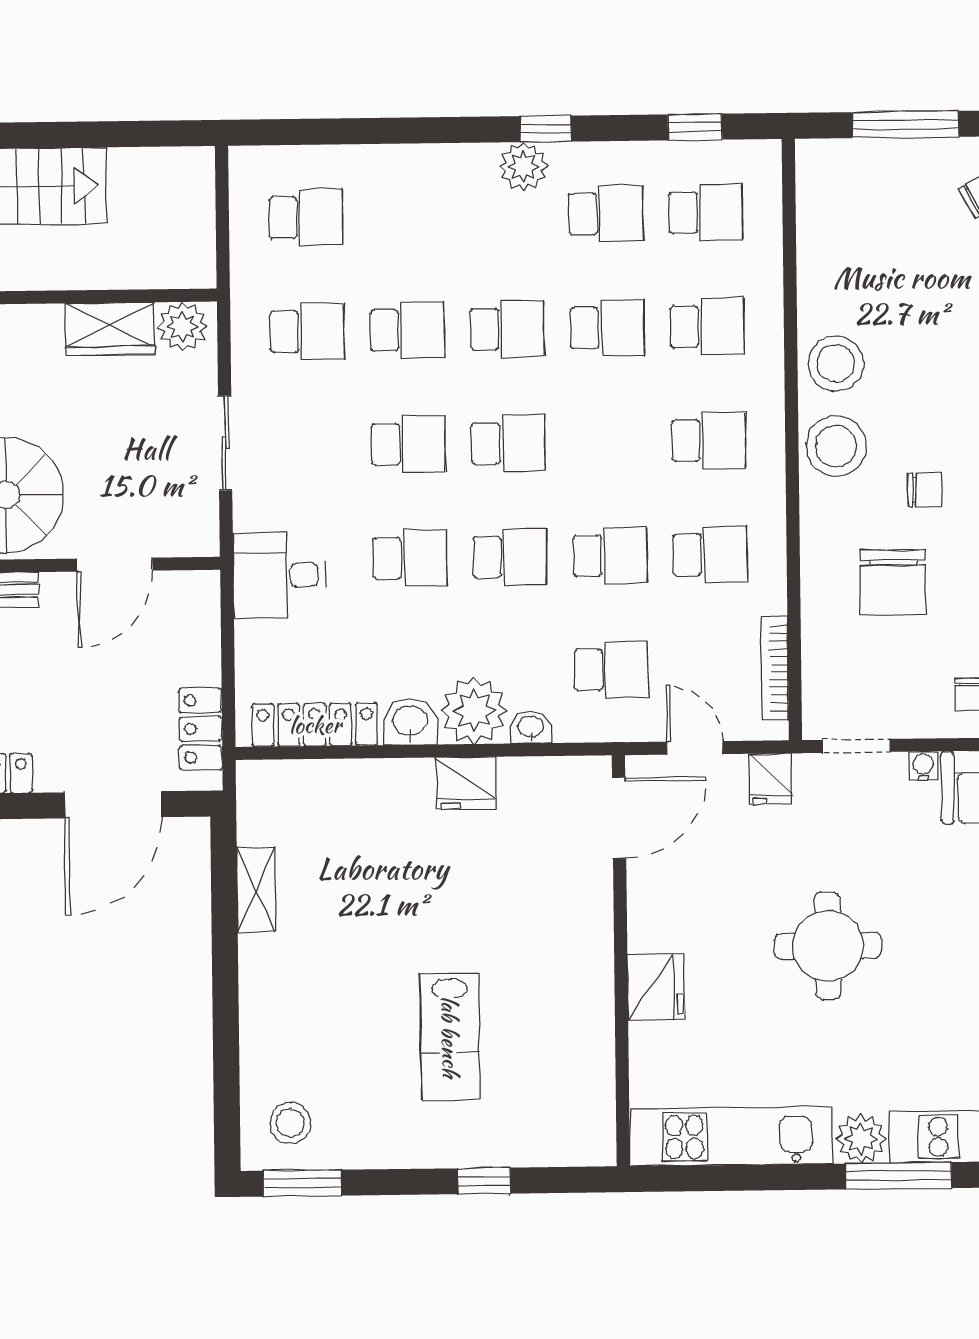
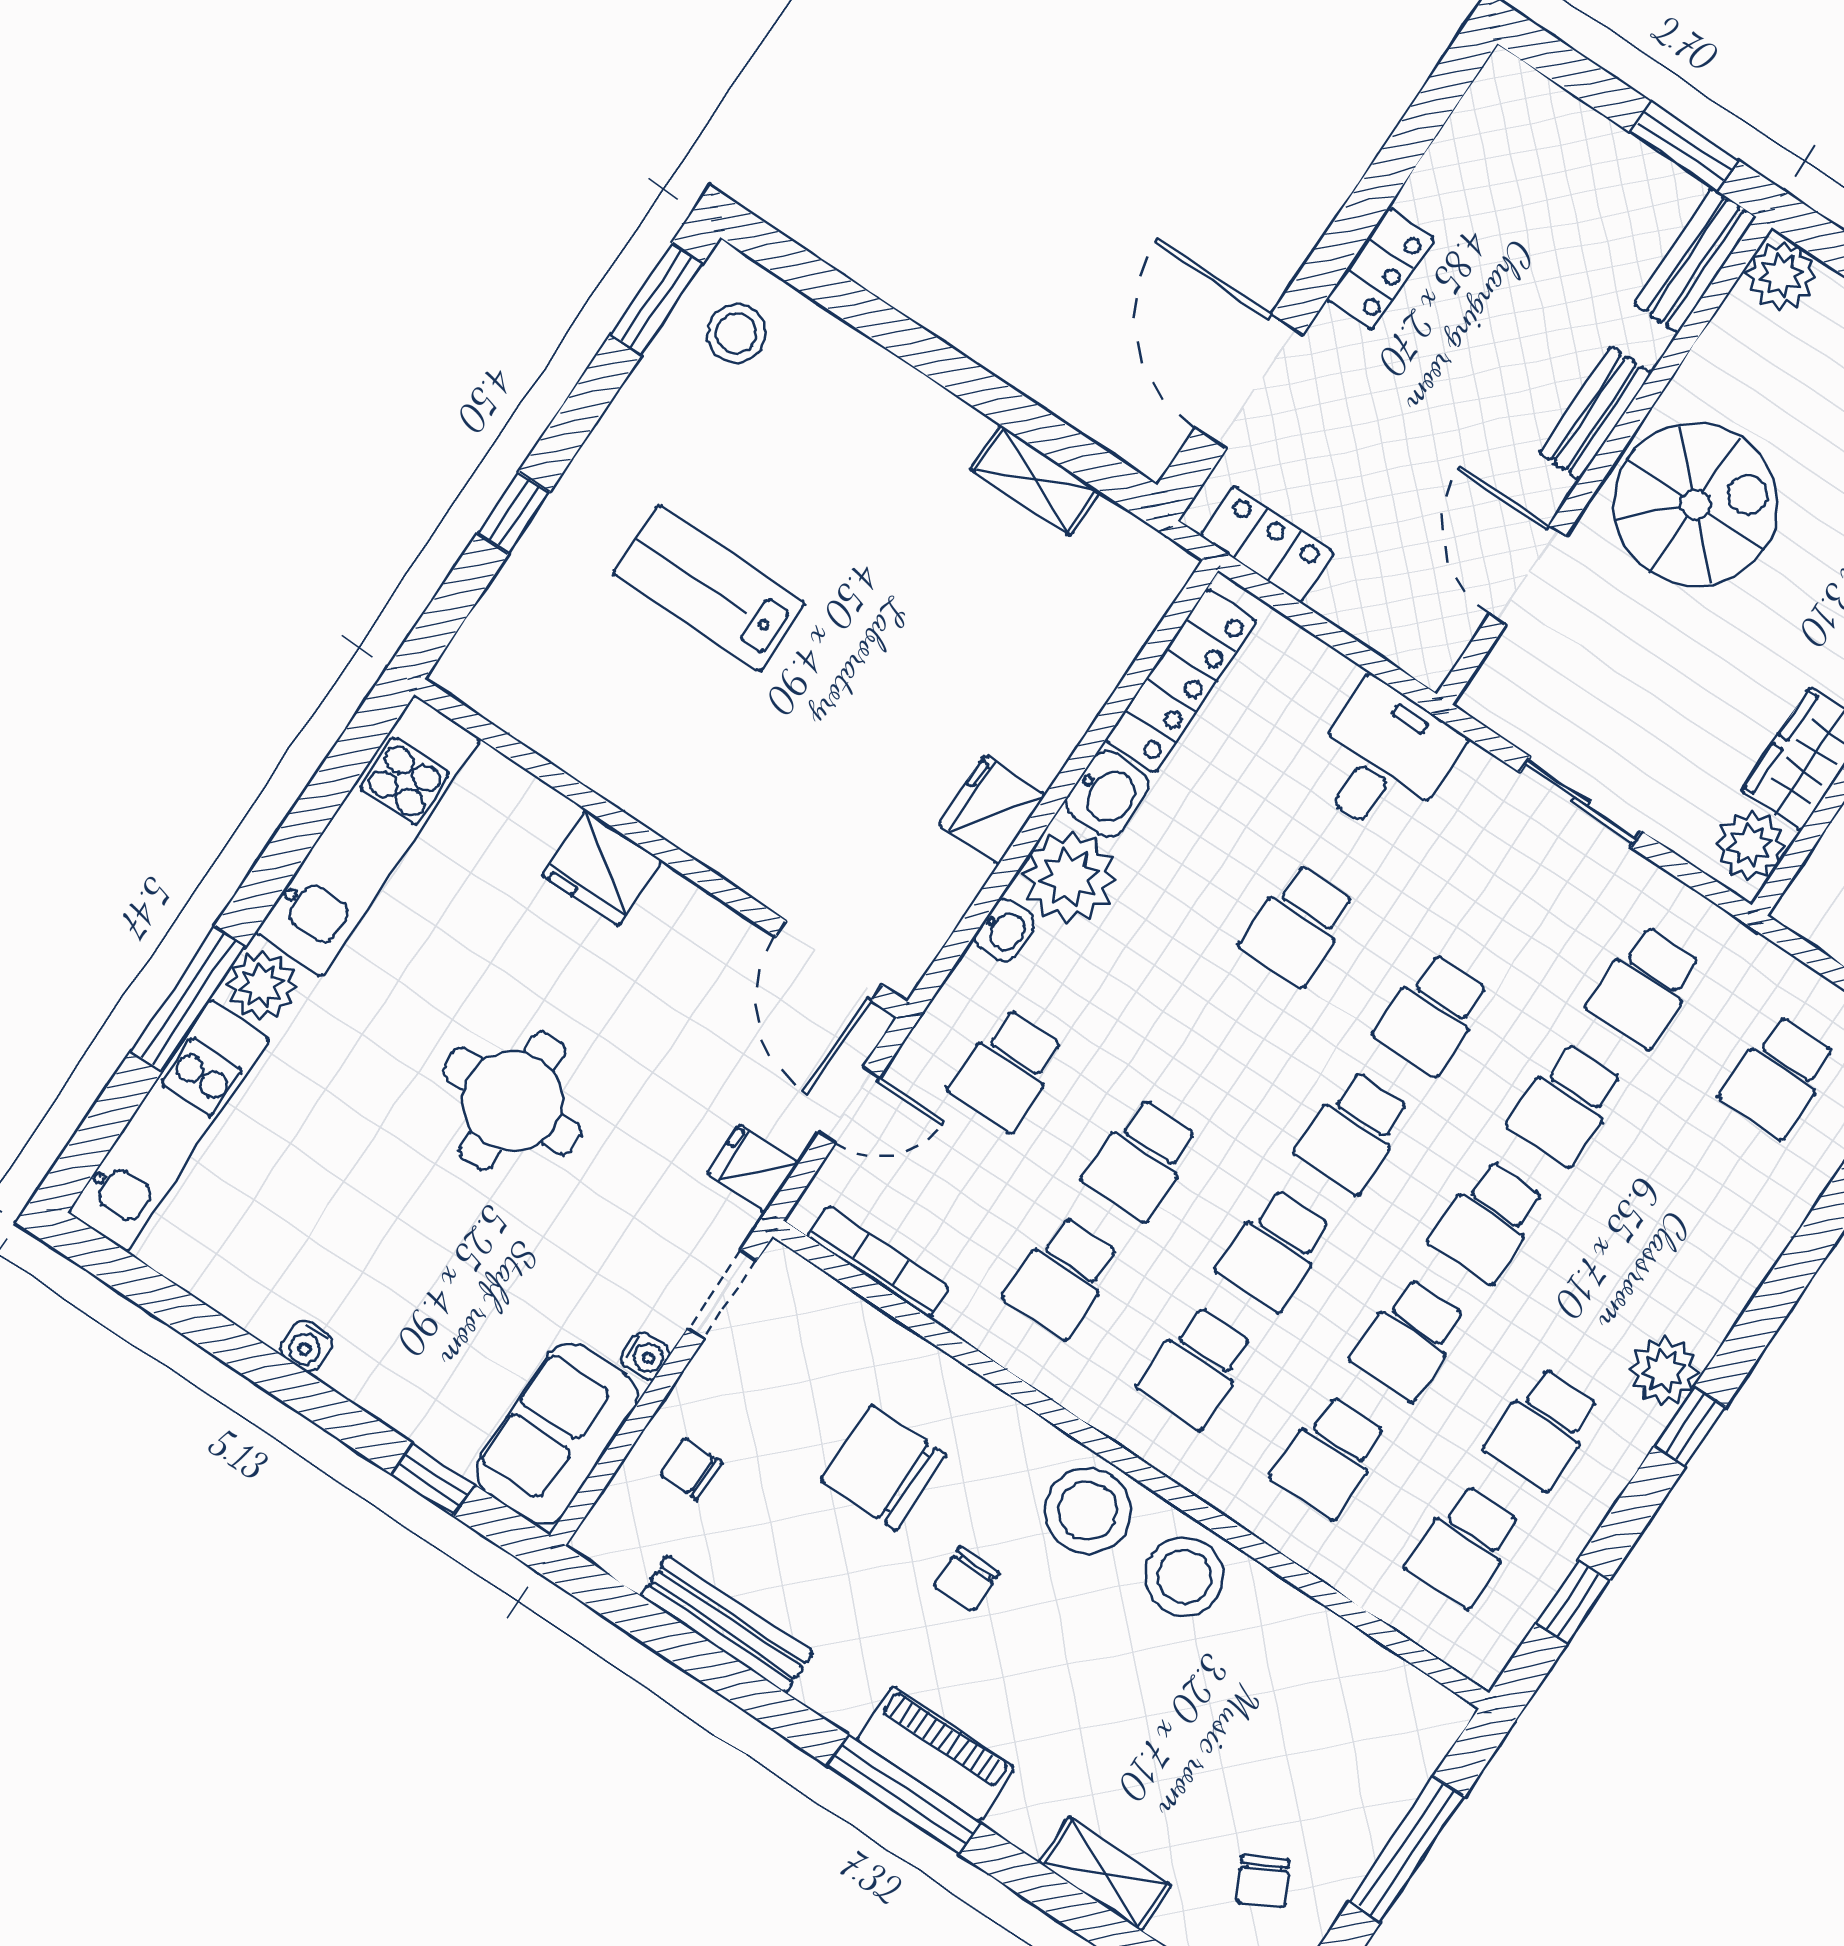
school desk: (510, 557) -> (1275, 1249), moved

